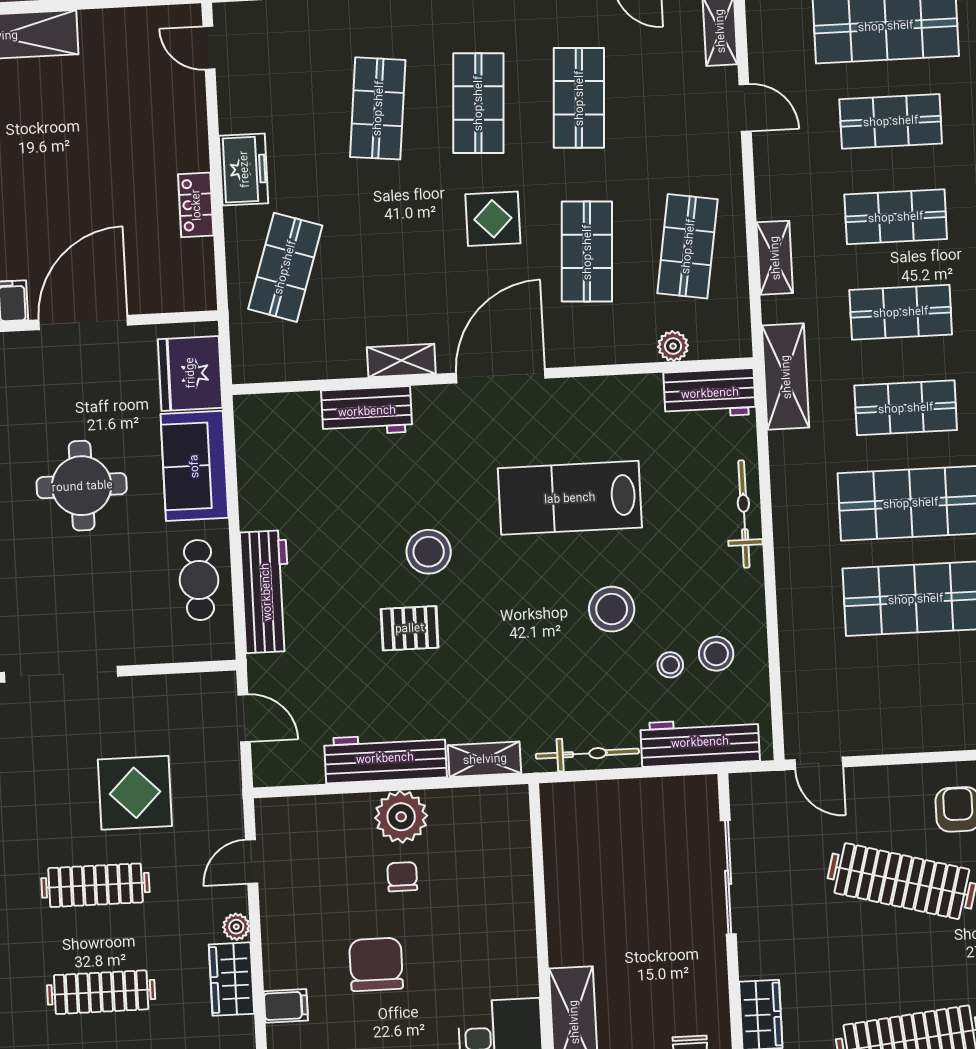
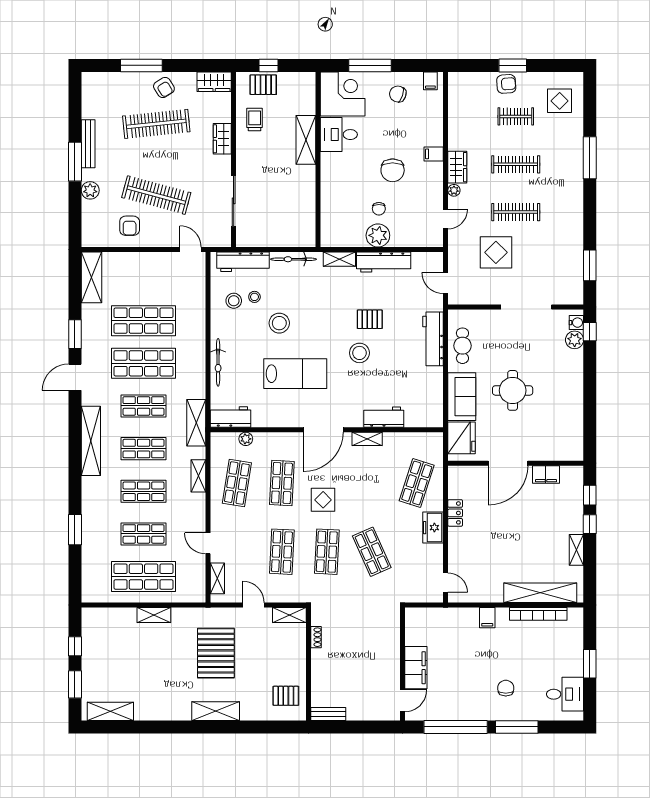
shop shelf: (378, 108) -> (372, 552), turned -30

